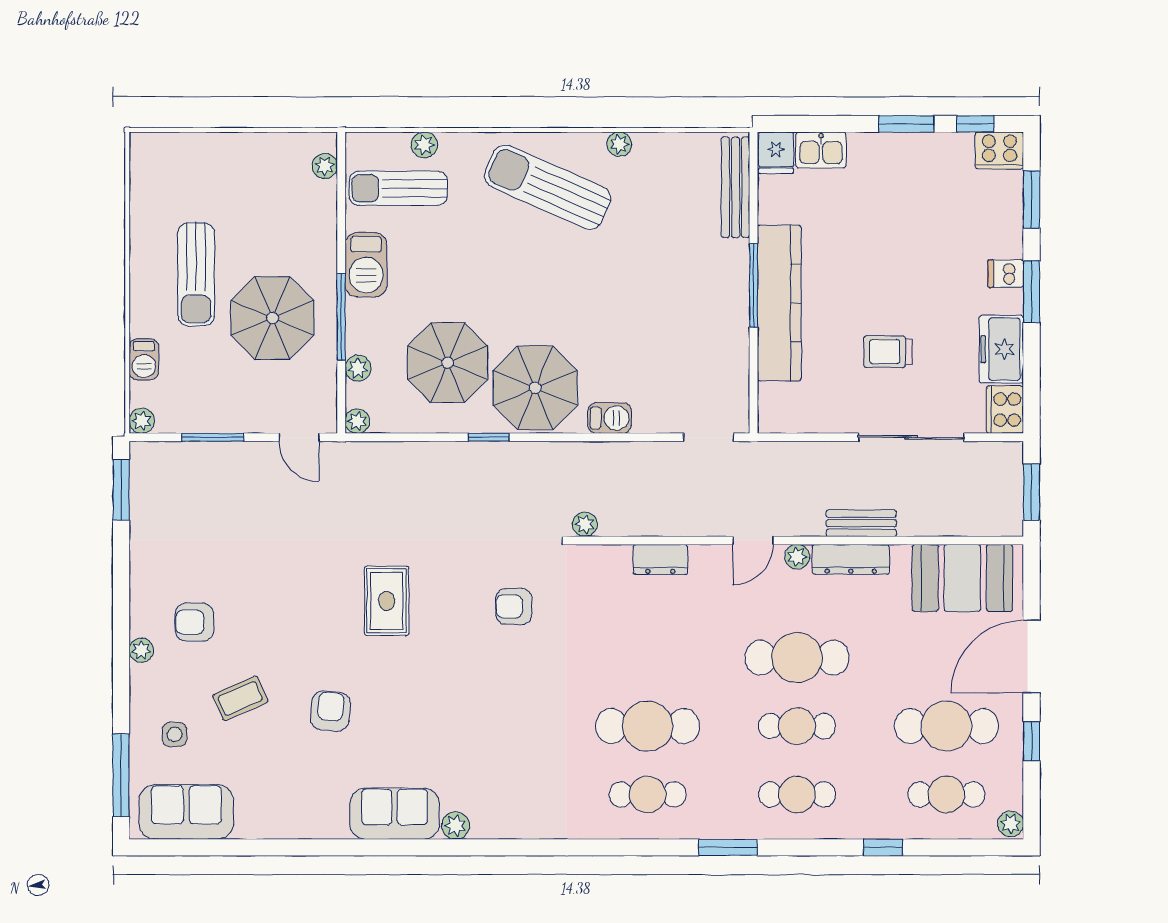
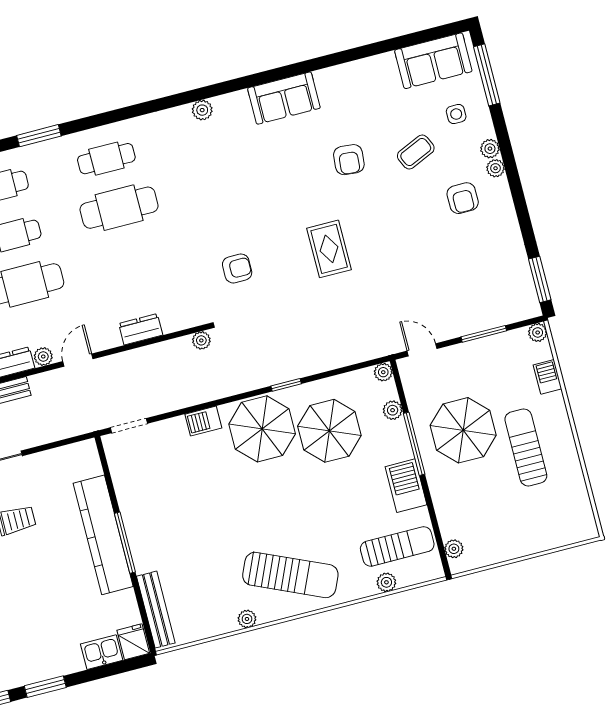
armchair: (195, 622) -> (463, 198), turned 90
plant: (142, 678) -> (490, 149), added
plant: (455, 826) -> (202, 110), moved

